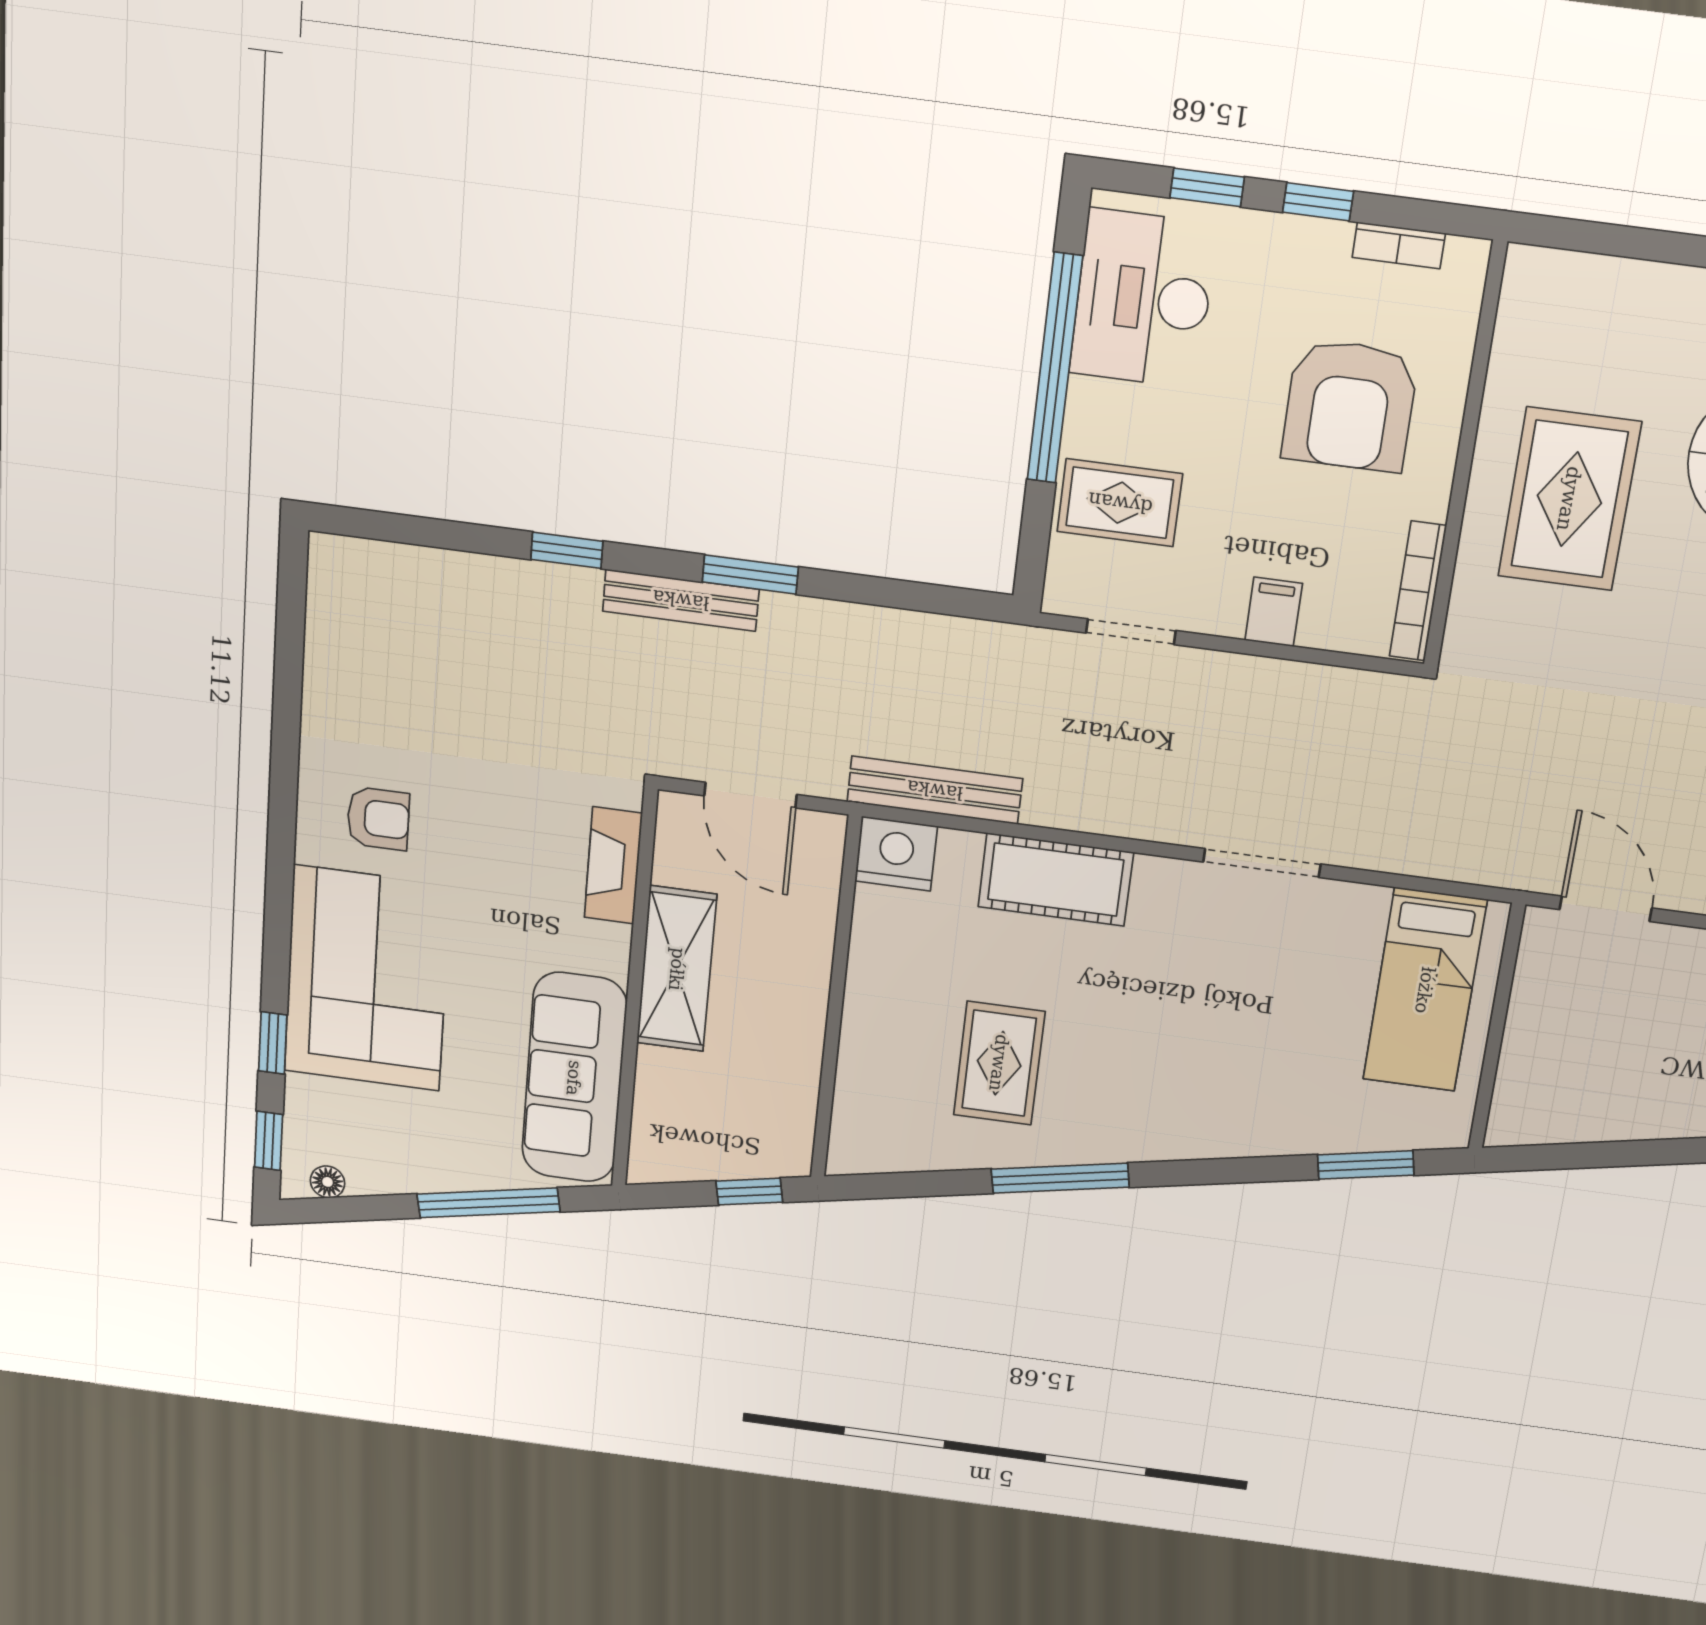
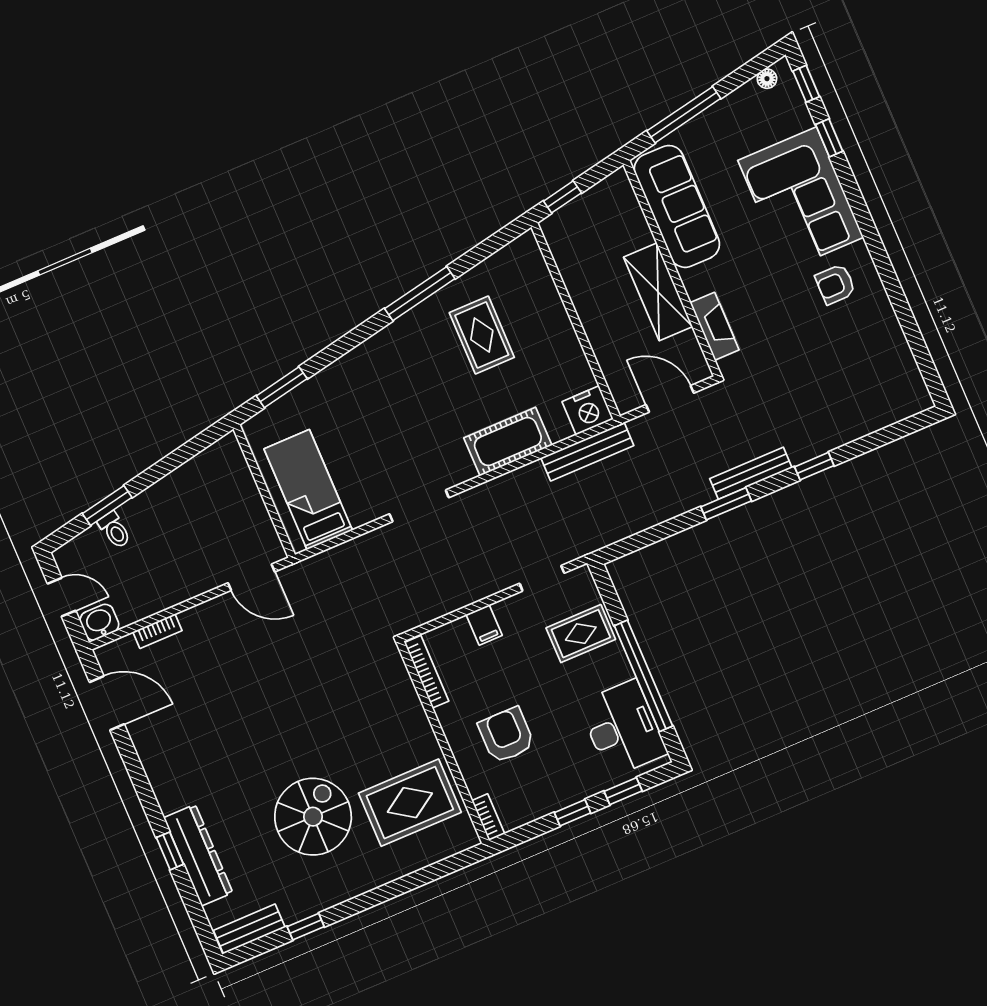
bookcase: (1399, 245) -> (488, 817), moved, turned 90
armchair: (1350, 405) -> (506, 735), width x0.73, depth x0.73
rug: (1569, 499) -> (410, 803), moved, turned 90

